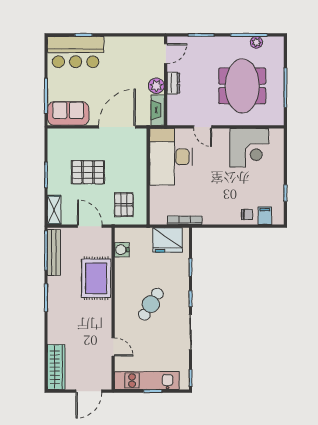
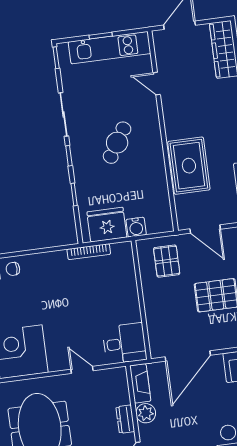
desk: (171, 157) -> (124, 343), width x0.53, depth x0.77
water cooler: (122, 250) -> (136, 227), moved, turned 90

